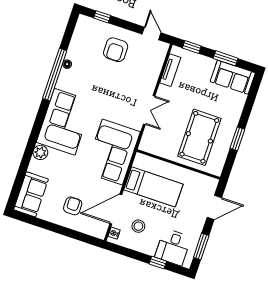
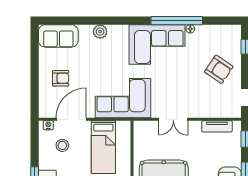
armchair: (116, 50) -> (219, 69), turned -146
corner sofa: (65, 122) -> (157, 44), moved
door: (116, 209) -> (71, 119), hinge flipped

